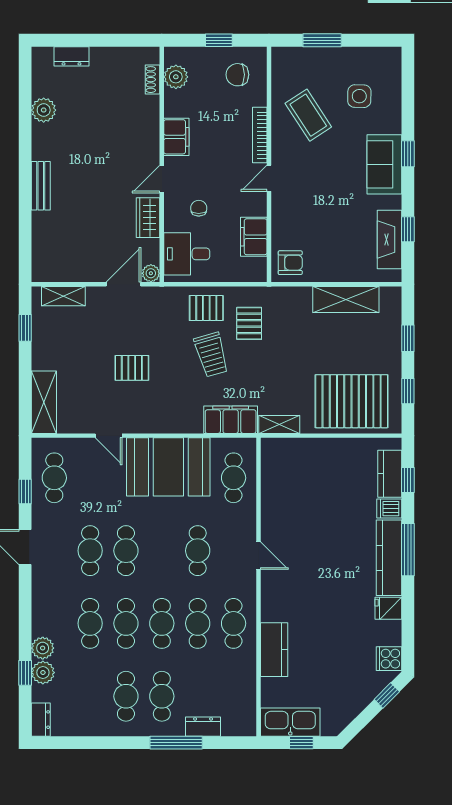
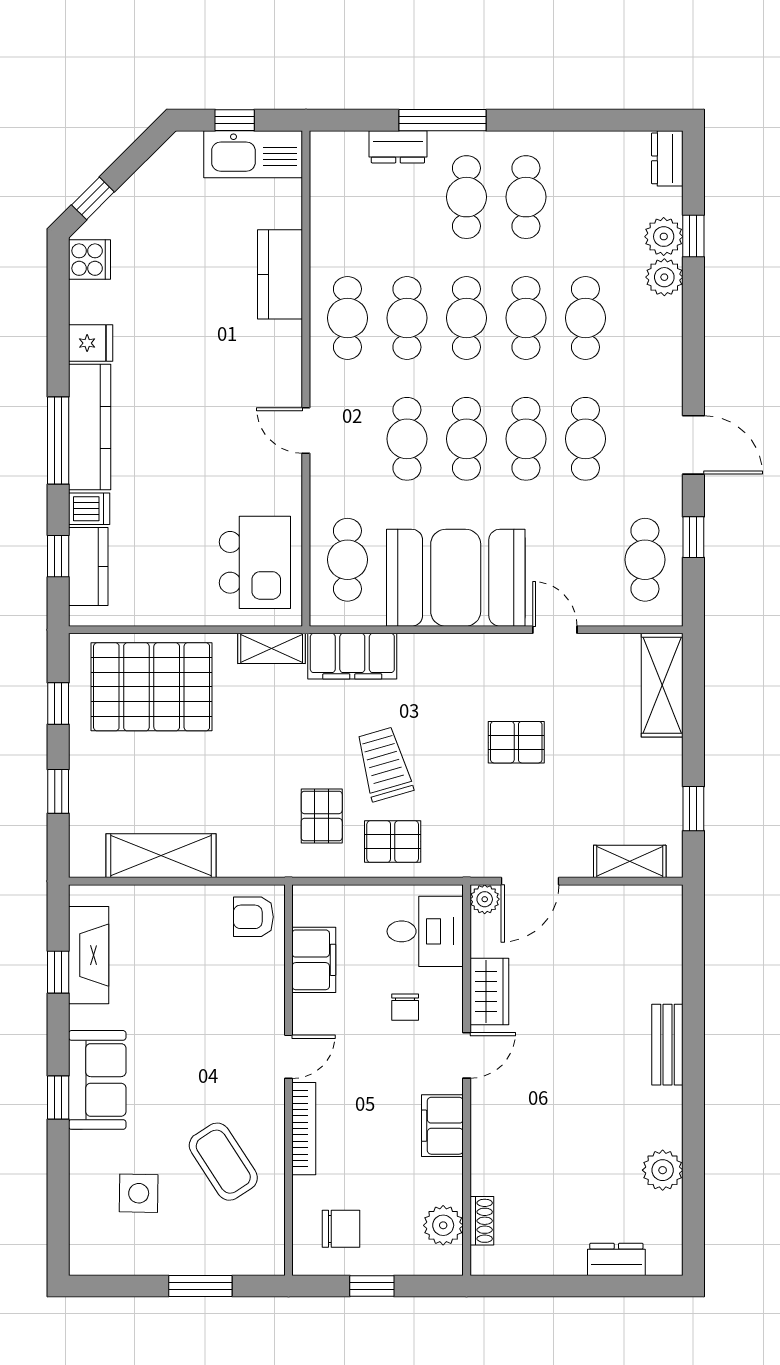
kitchen island: (289, 476) -> (255, 562), added
cafe table: (162, 551) -> (466, 439), added

